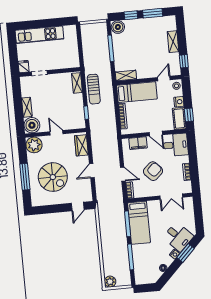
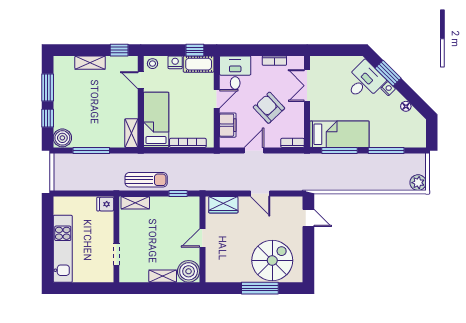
fridge: (24, 67) -> (105, 204), moved
plant: (34, 145) -> (216, 271), removed
door: (123, 174) -> (254, 150), moved
spiral stairs: (53, 177) -> (272, 260), moved
double door: (171, 197) -> (307, 86), swing flipped

